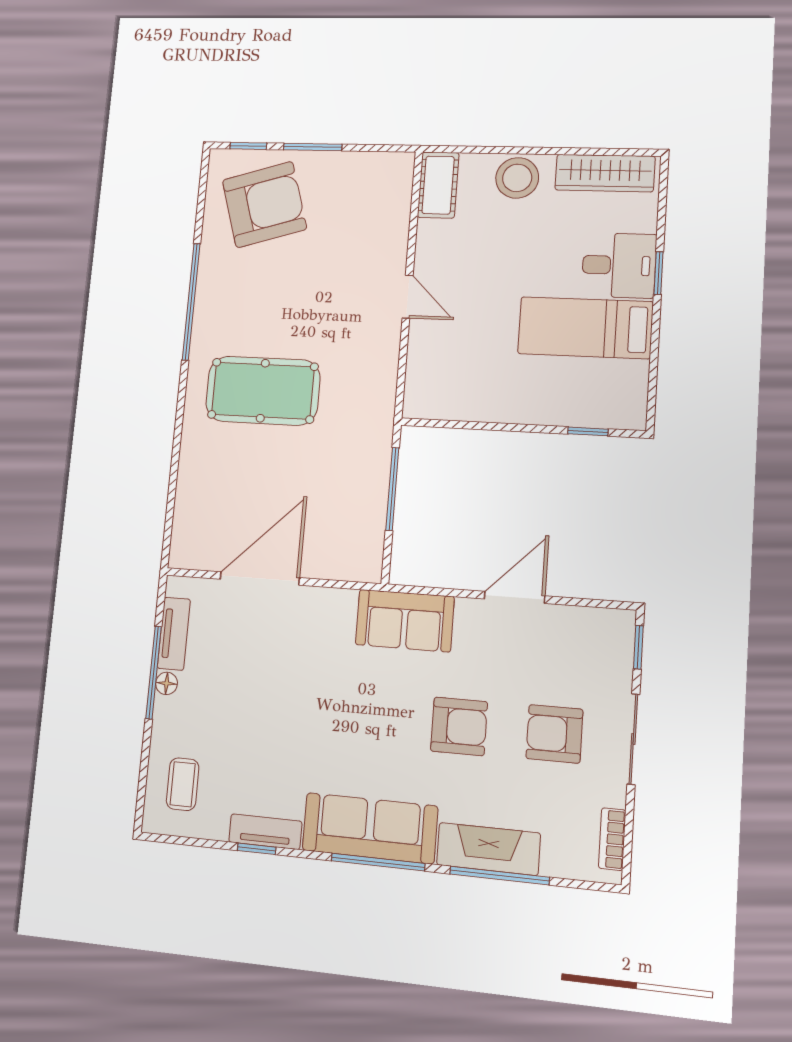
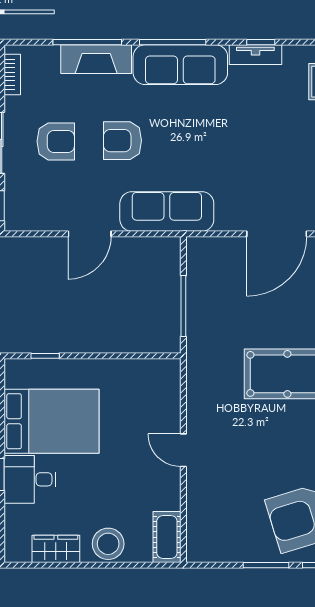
wardrobe: (605, 173) -> (56, 549), width x0.67
bed: (585, 328) -> (52, 421), width x1.50
sofa: (405, 621) -> (167, 212), width x1.36

